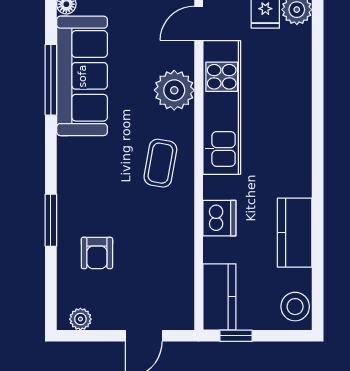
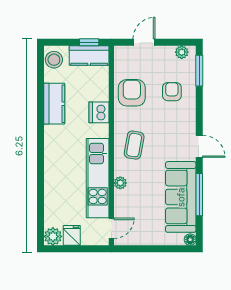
plant: (174, 90) -> (120, 183), width x0.53, depth x0.53
door: (51, 161) -> (199, 146), added
window: (51, 220) -> (199, 71), moved
armchair: (164, 251) -> (132, 93), added
kitchen counter: (219, 297) -> (89, 56), moved, turned -90

